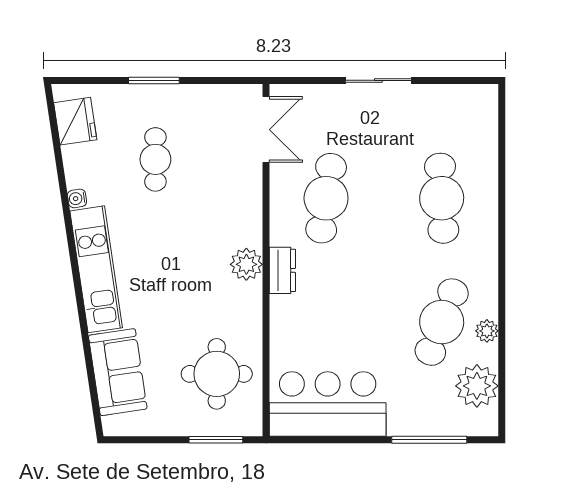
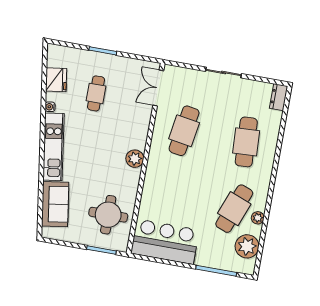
fridge: (75, 121) -> (56, 80), moved
double door: (266, 130) -> (158, 88), swing flipped
dresser: (282, 270) -> (279, 97), moved, turned 180

